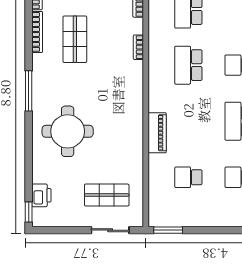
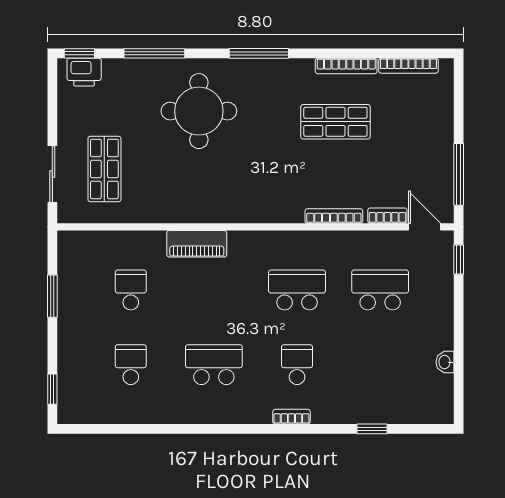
bookcase: (138, 47) -> (334, 216), width x1.56
window: (29, 161) -> (154, 53), added
printer: (41, 195) -> (84, 72), moved
window: (168, 230) -> (52, 296), moved

